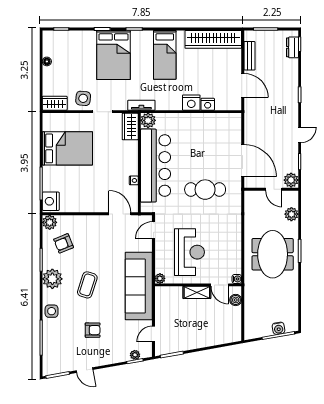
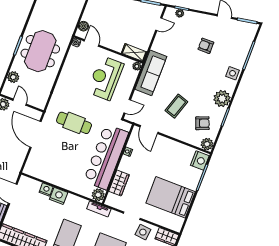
wardrobe: (130, 126) -> (119, 183), moved
coffee table: (87, 285) -> (176, 106), moved
sofa: (139, 286) -> (151, 73), width x0.74, depth x0.79
shelving: (197, 292) -> (134, 53), moved

